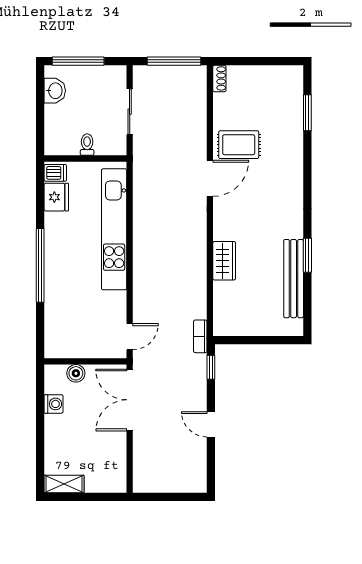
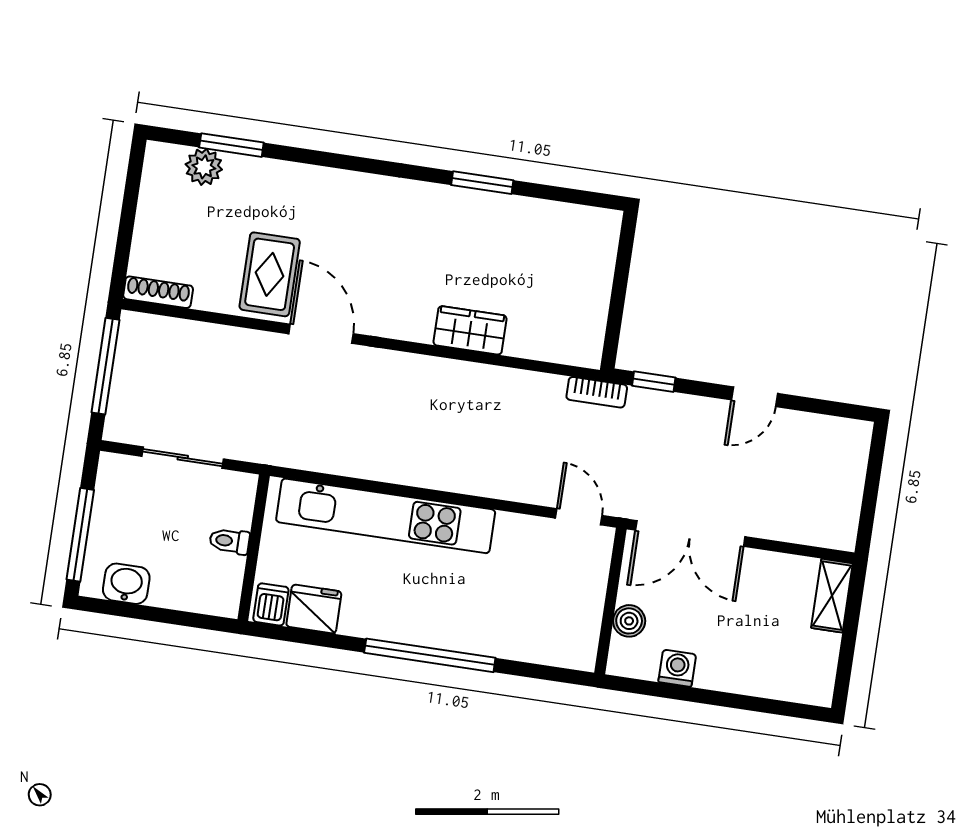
shoe rack: (219, 78) -> (158, 292), width x1.43
plant: (293, 99) -> (204, 167), added
bench: (294, 279) -> (520, 213), removed
shelving: (64, 484) -> (832, 596), moved

